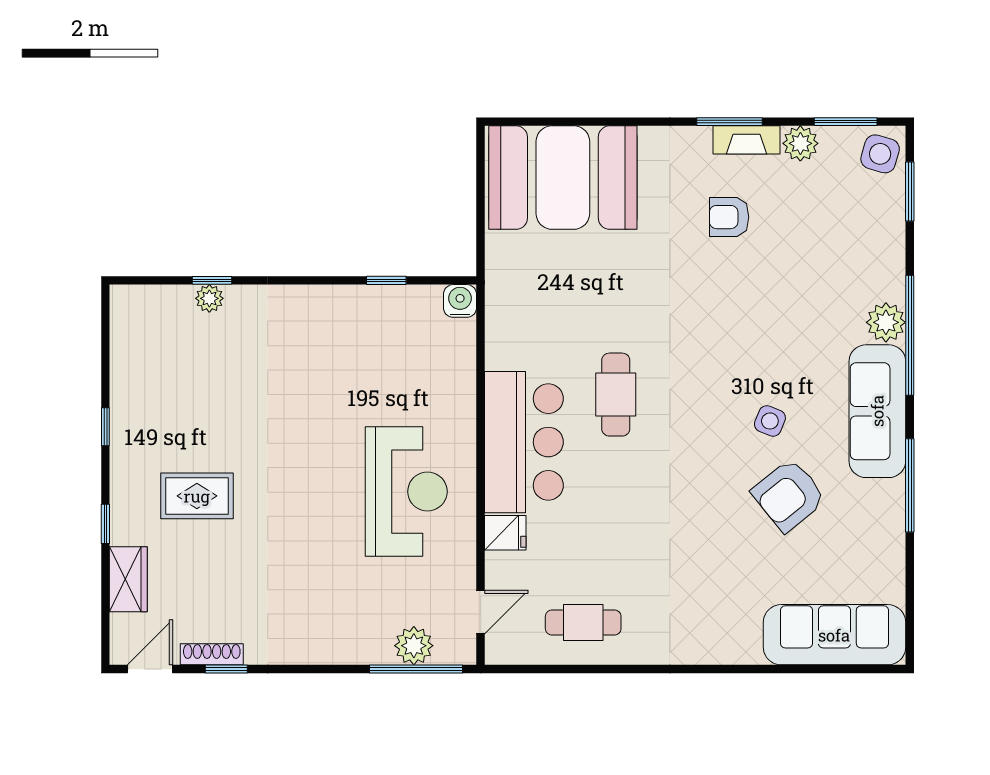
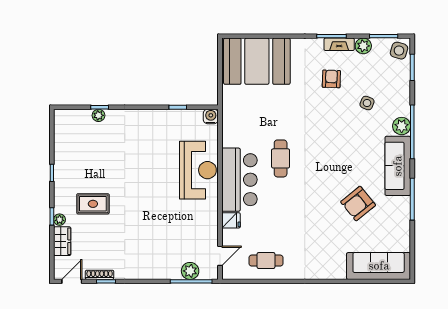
armchair: (729, 217) -> (331, 79), turned 92
side table: (770, 421) -> (367, 103), moved
reception desk: (406, 492) -> (198, 170), moved
plant: (122, 531) -> (60, 220), added

